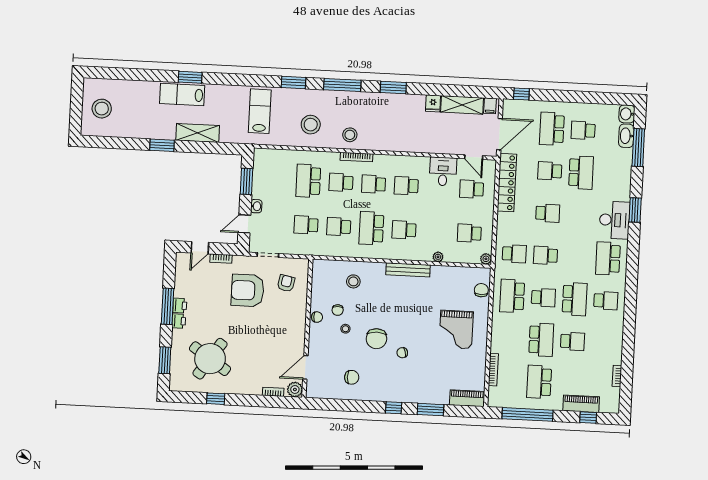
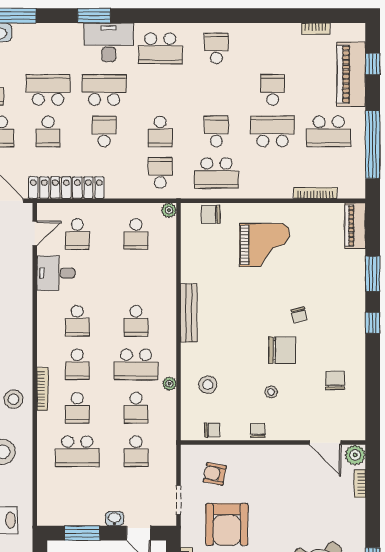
plant: (438, 257) -> (169, 384), moved
school desk: (575, 299) -> (104, 90), moved
chair: (338, 310) -> (212, 430), moved
piano: (581, 404) -> (351, 74), width x1.37, depth x1.33

